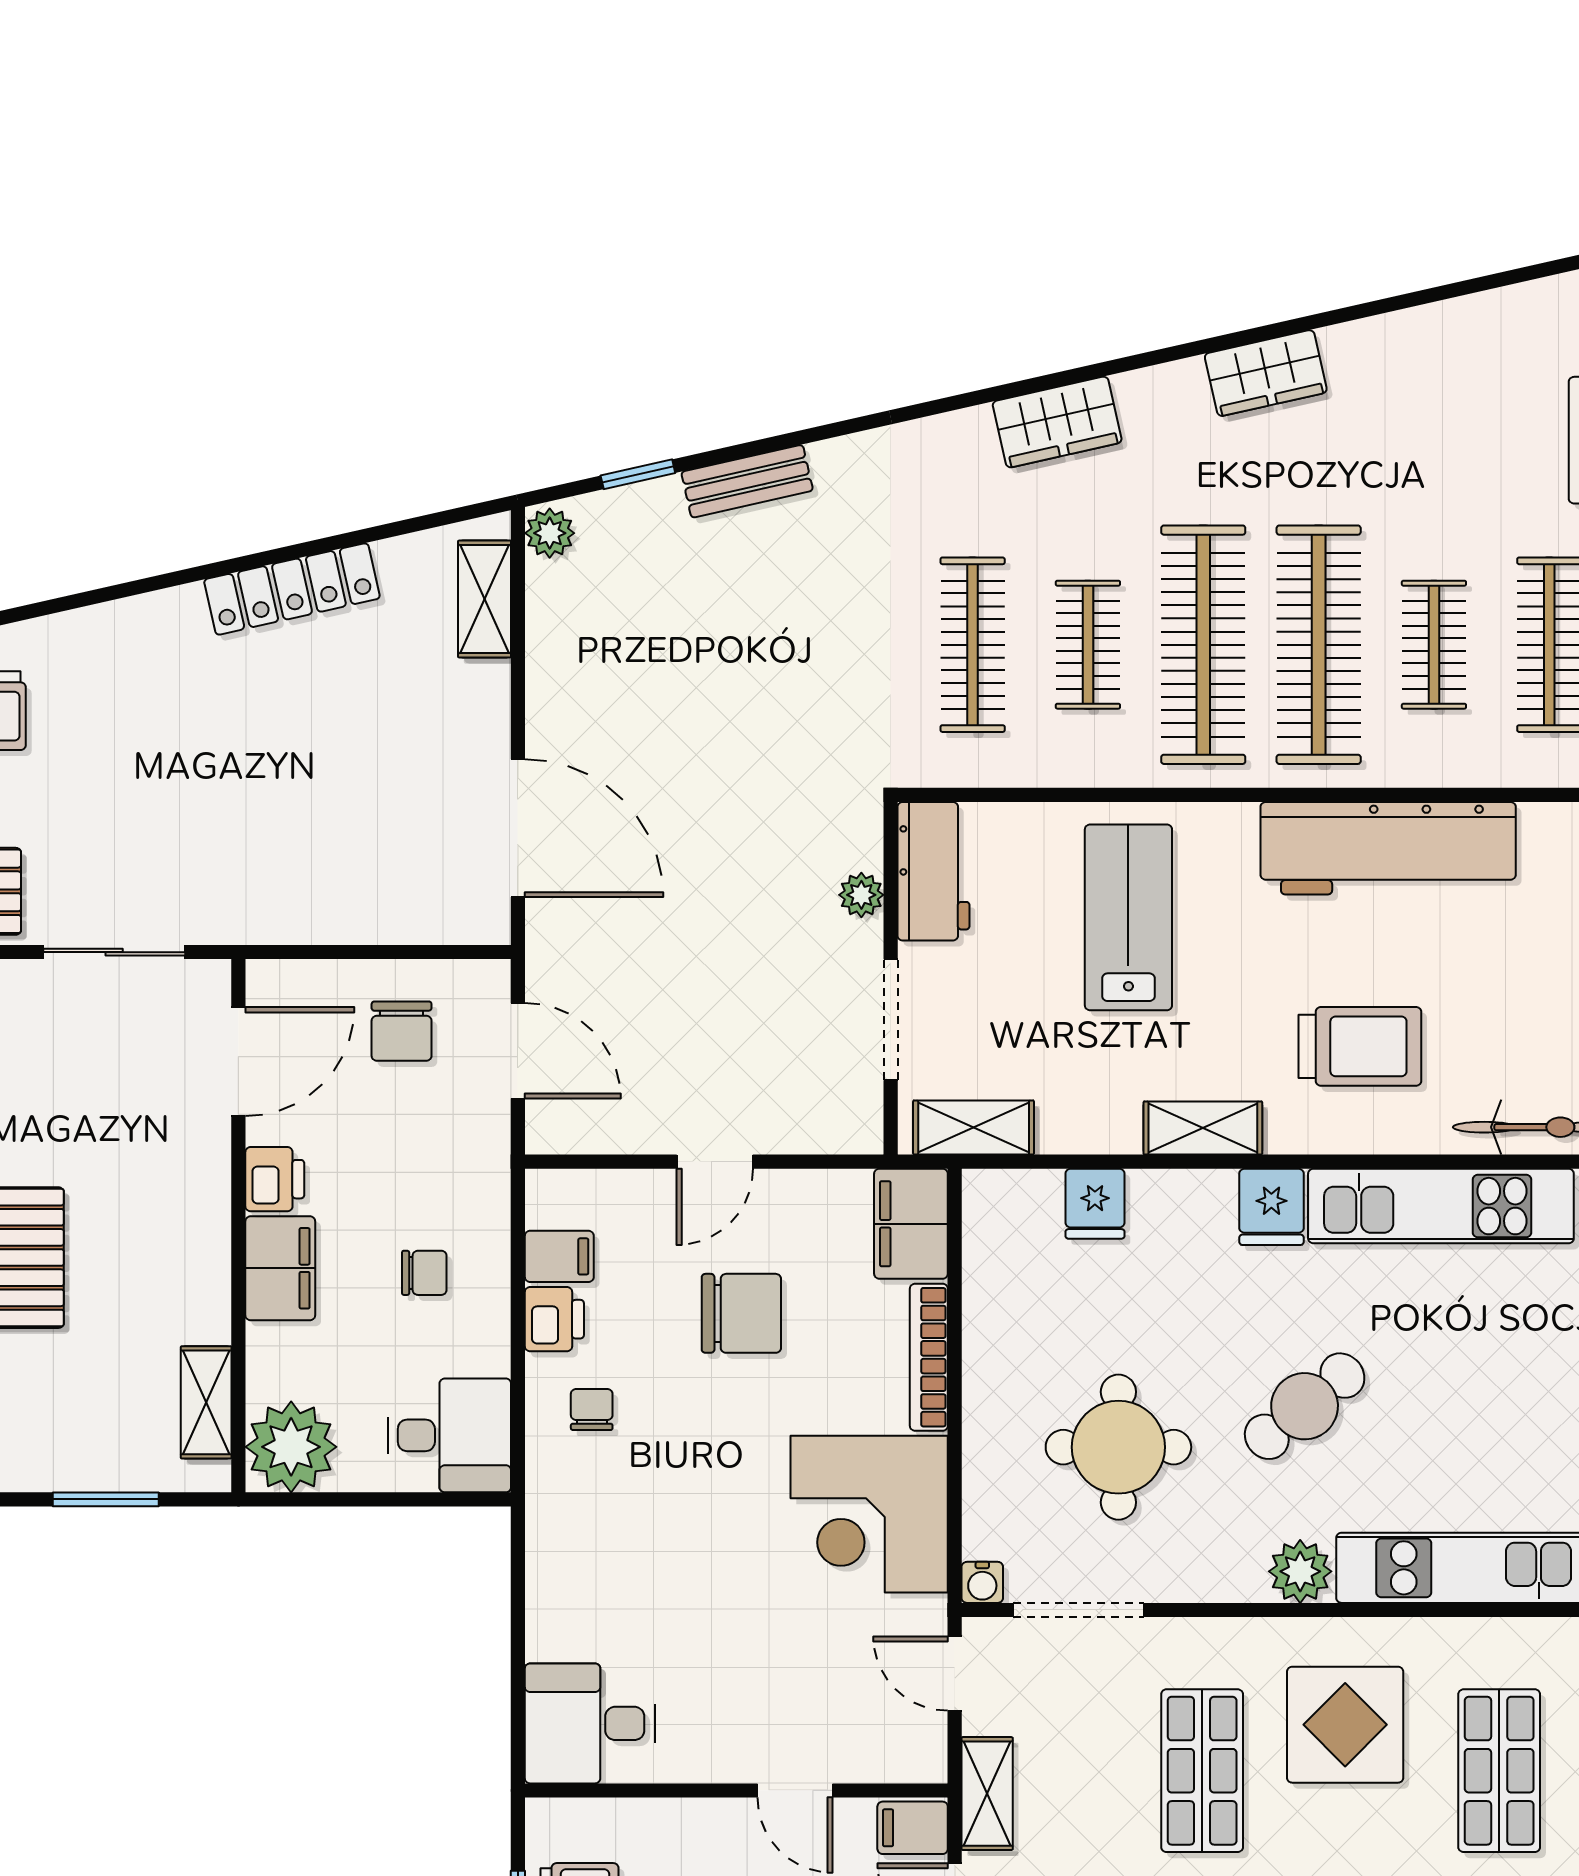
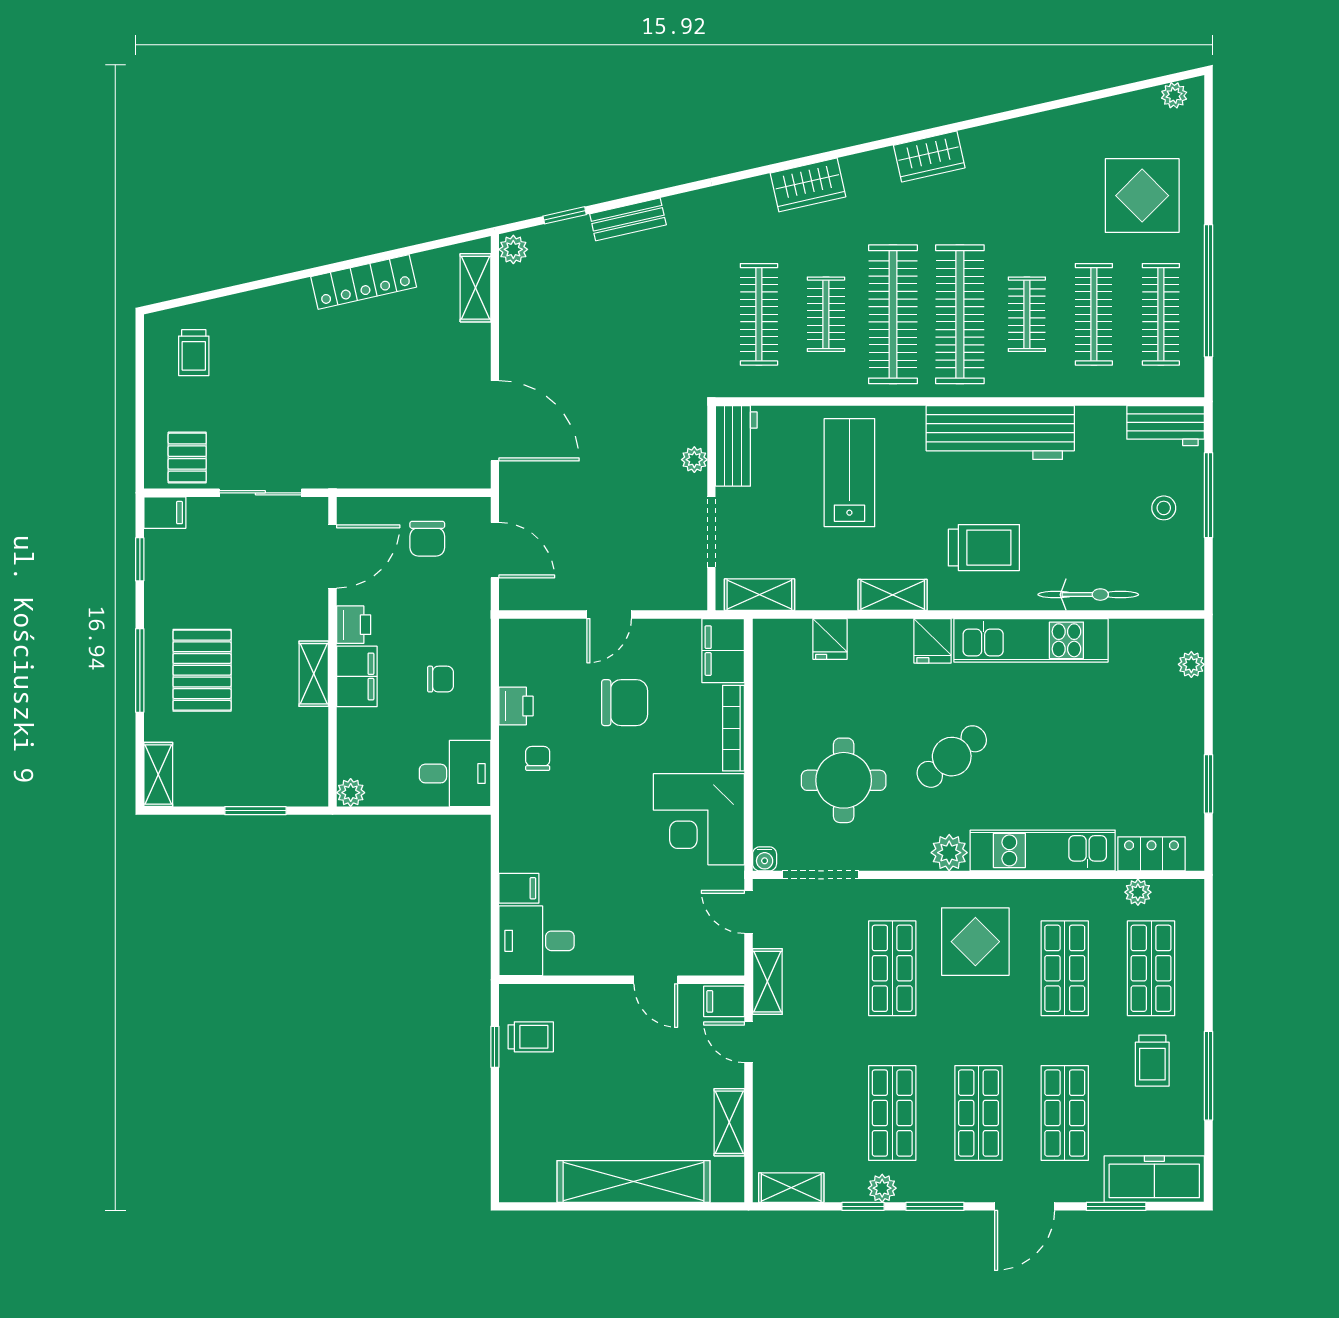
filing cabinet: (559, 1256) -> (519, 888), moved
shelving: (206, 1402) -> (314, 674), moved
plant: (291, 1447) -> (351, 793), width x0.53, depth x0.53

